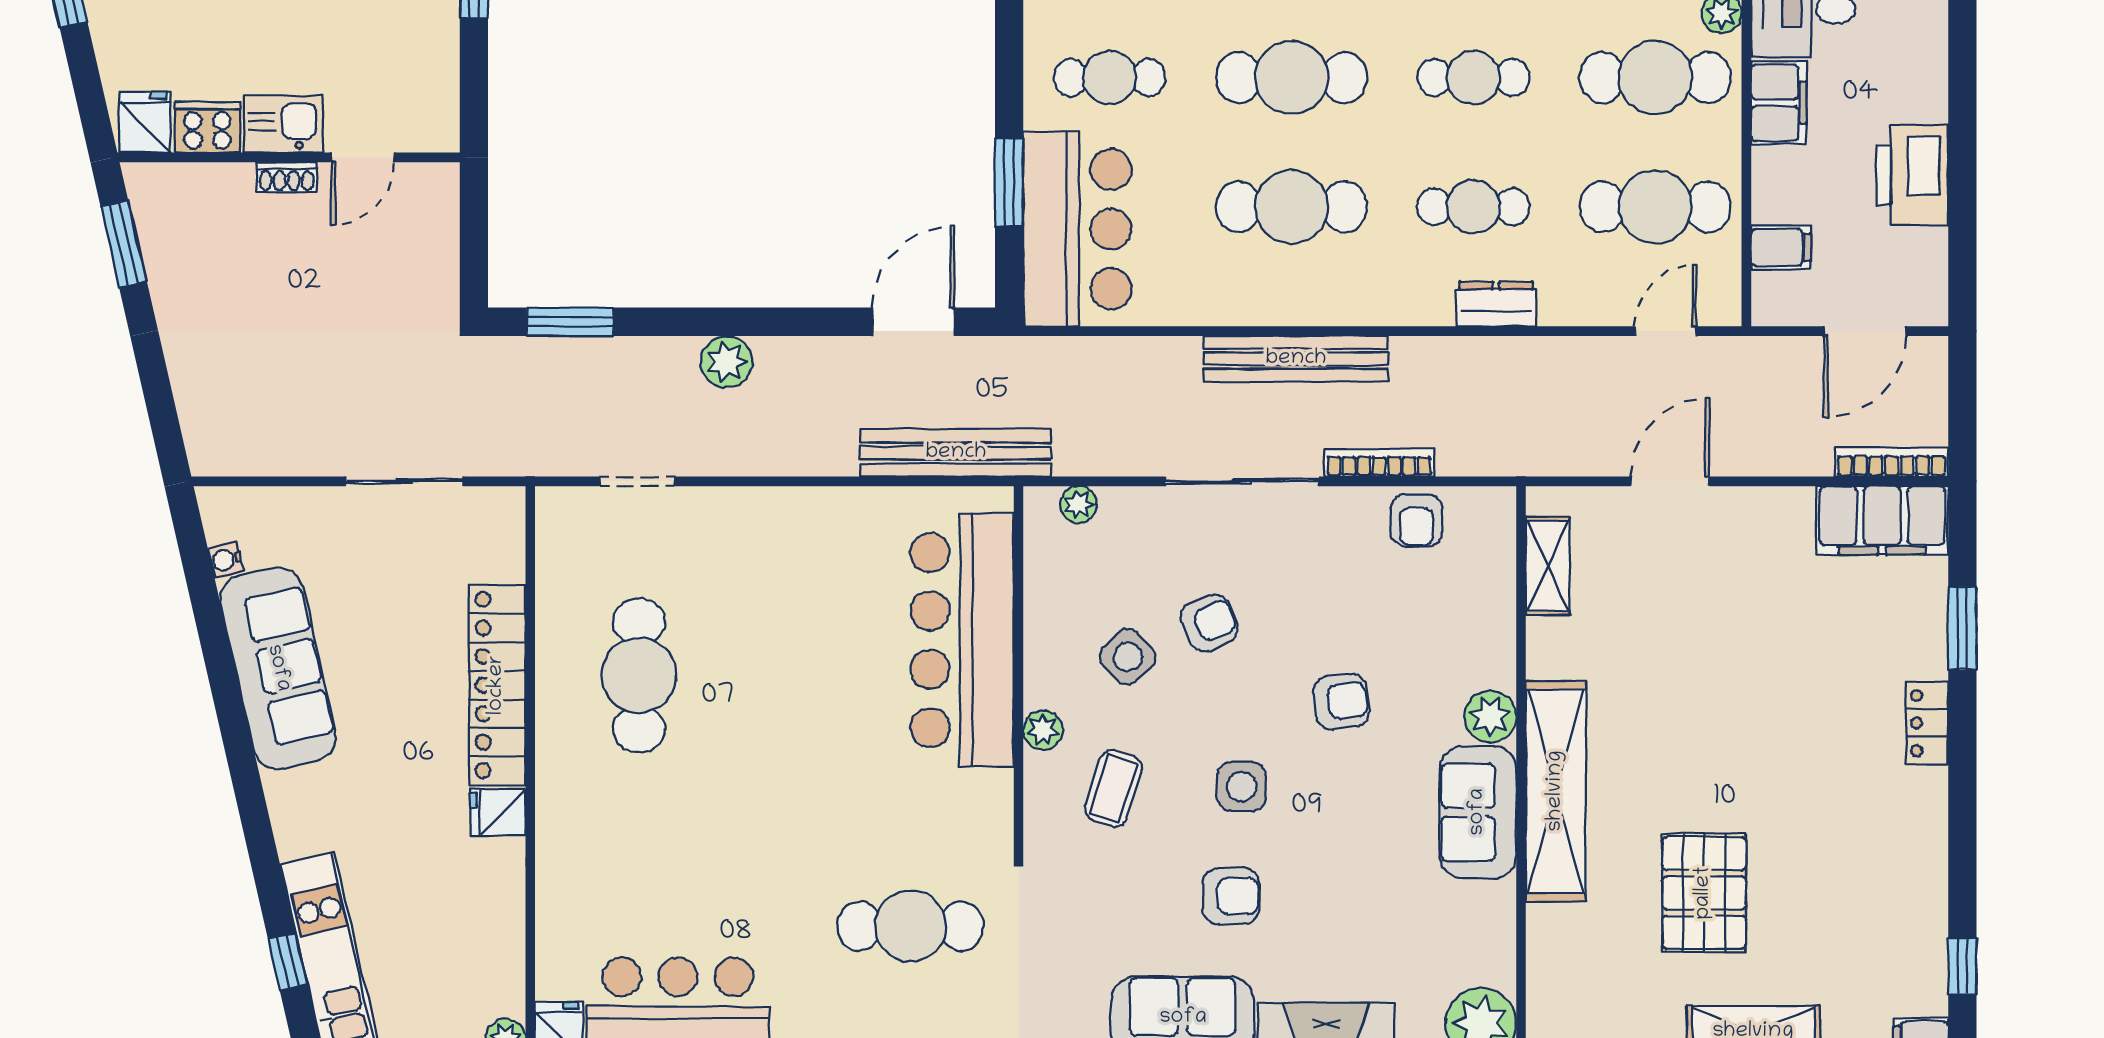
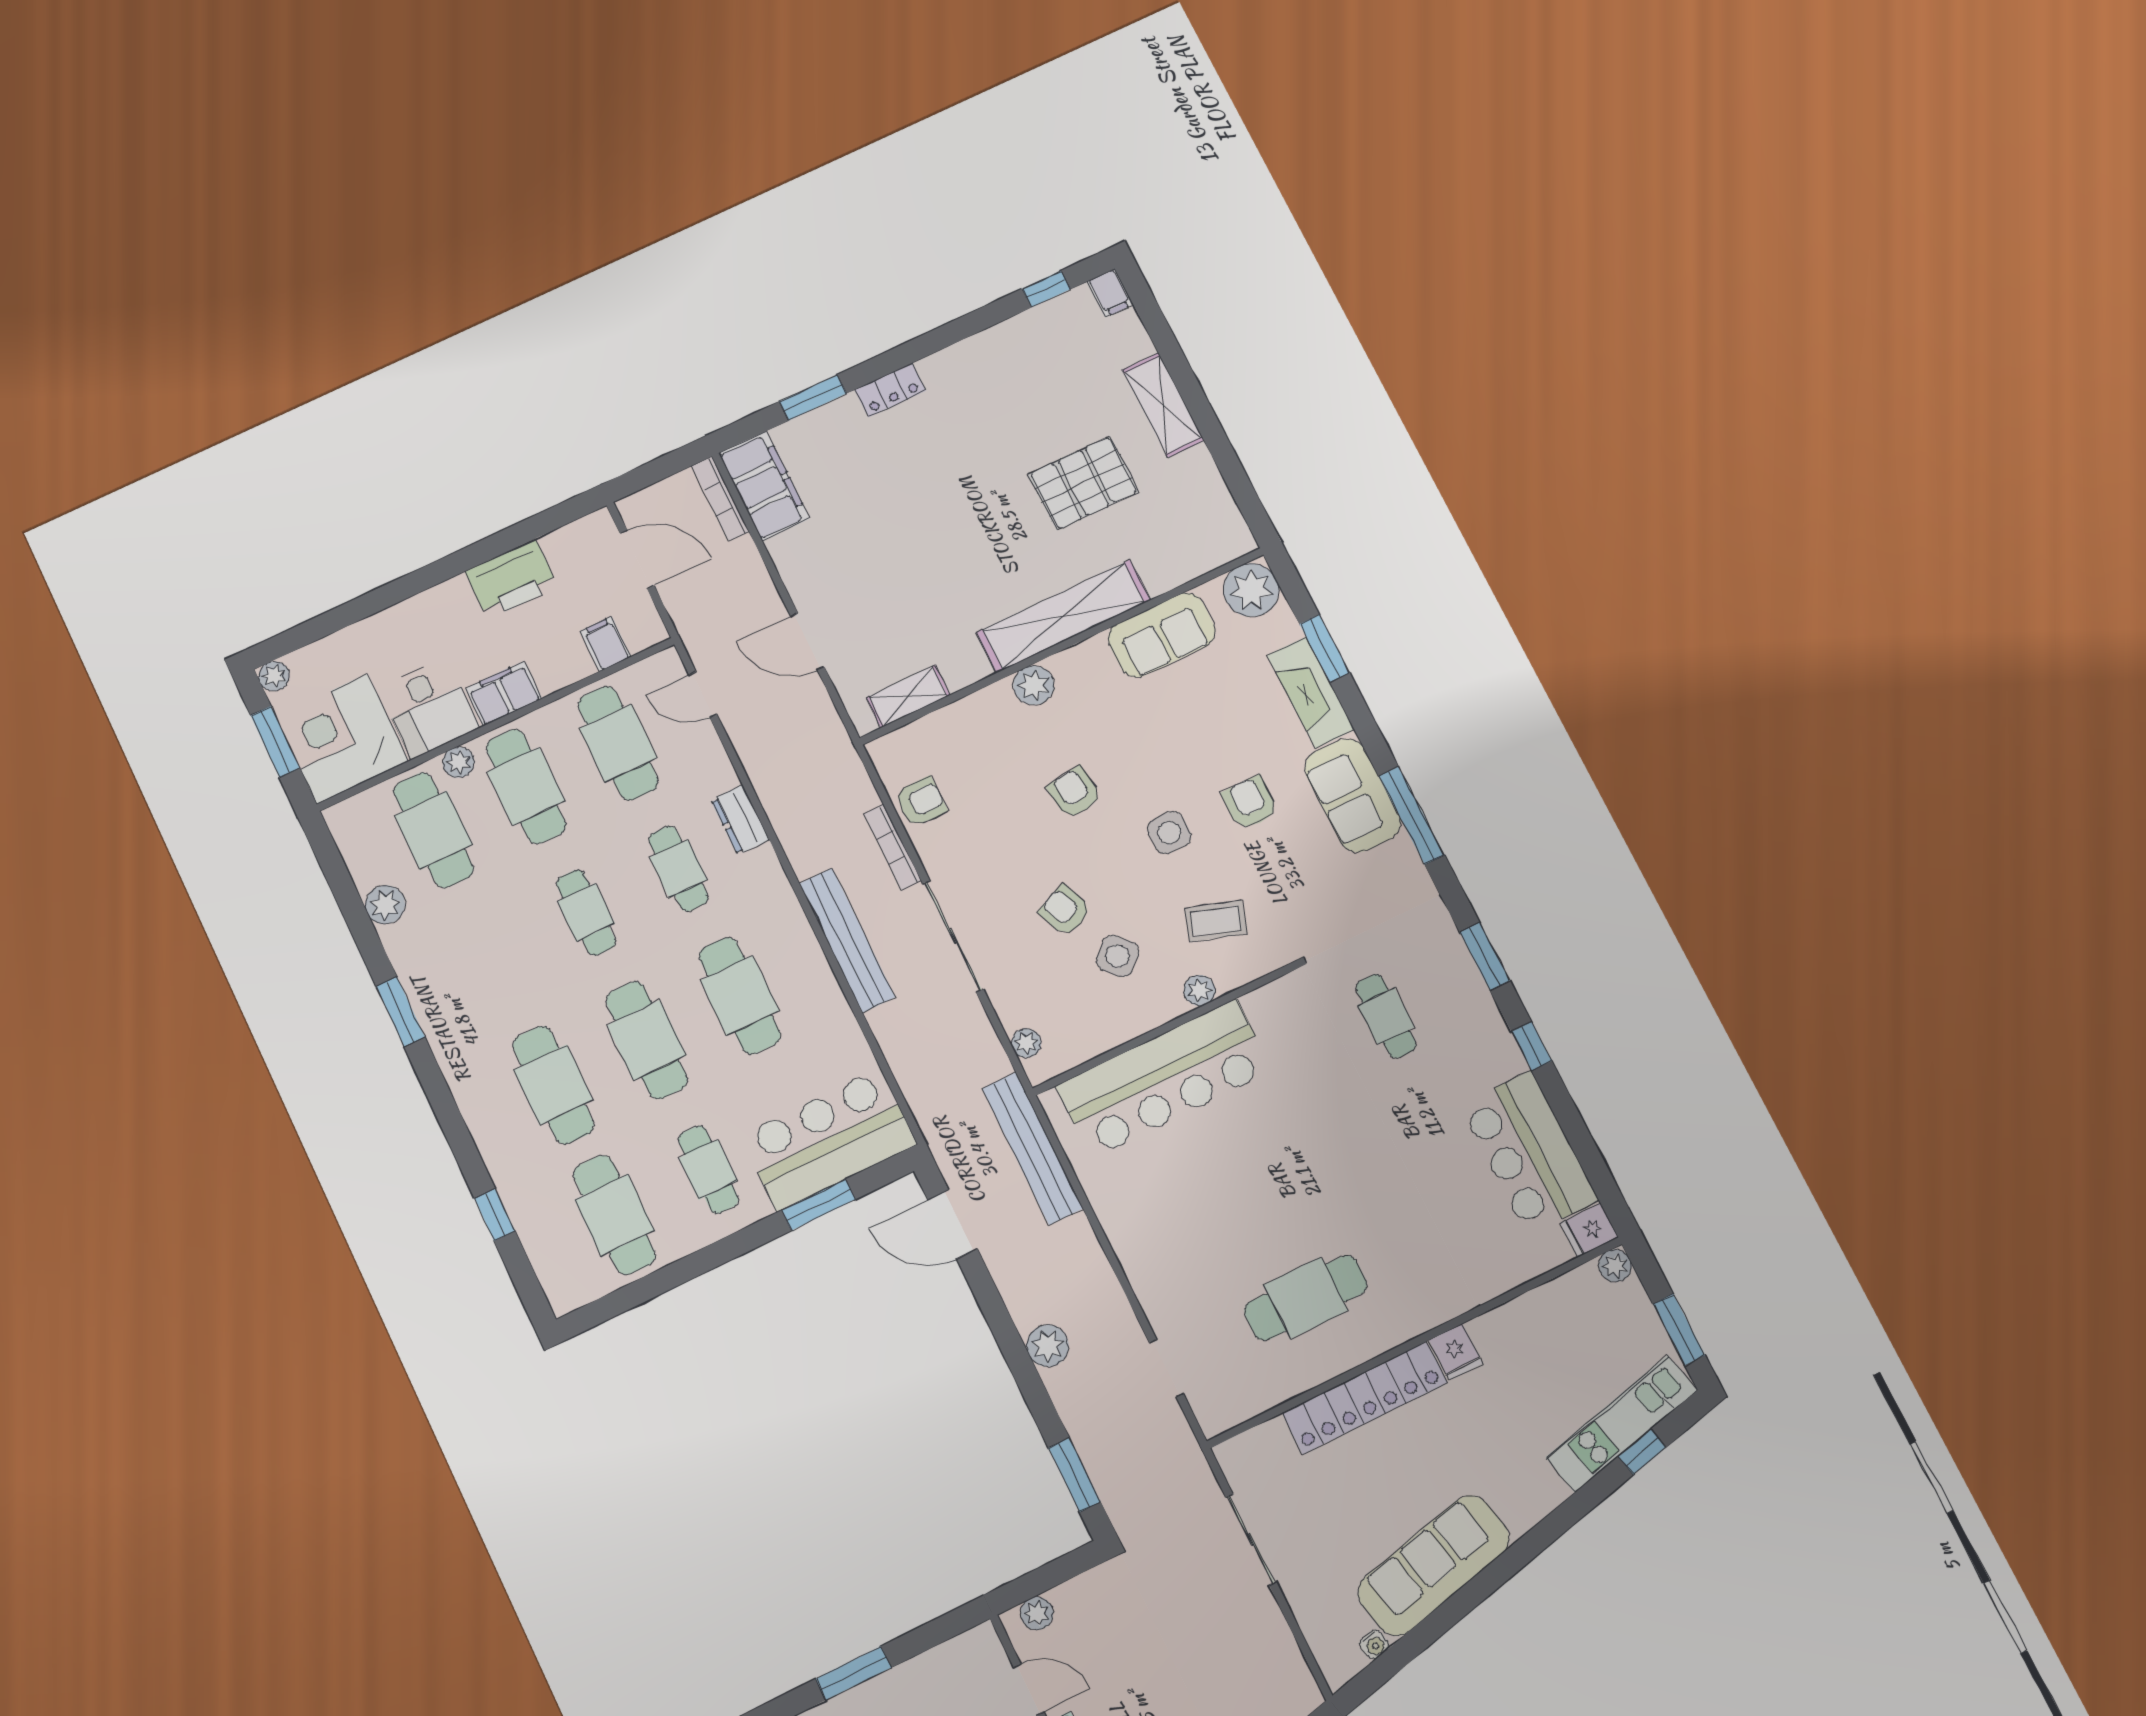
plant: (440, 206) -> (1037, 1613), added
sofa: (1478, 812) -> (1162, 635), moved
cafe table: (910, 926) -> (1386, 1016), width x0.73, depth x0.74

